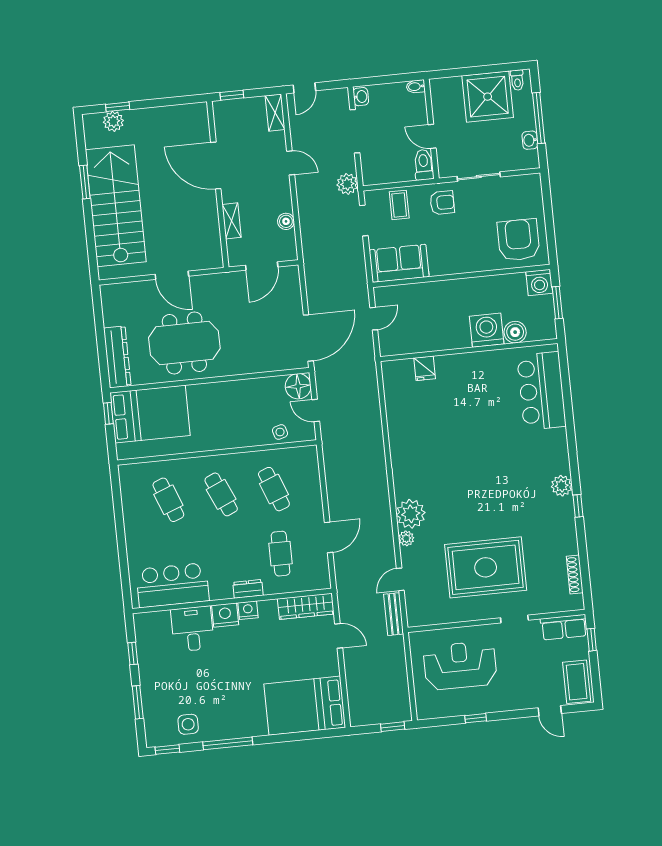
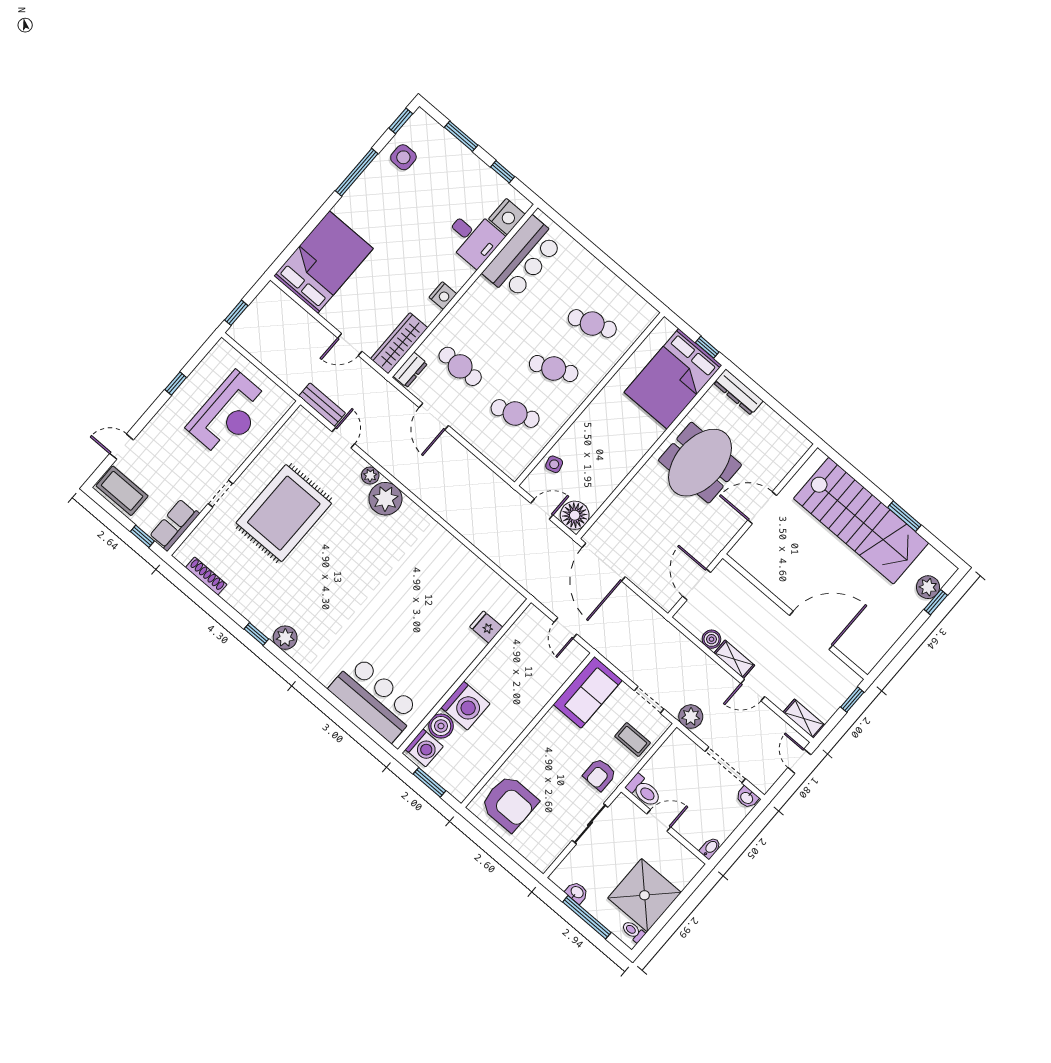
shelving: (232, 221) -> (734, 659), moved
washing machine: (539, 282) -> (424, 748), moved, turned 180
dresser: (117, 357) -> (738, 392), width x0.73, depth x0.80
dresser: (248, 589) -> (410, 370), moved
nightstand: (225, 615) -> (507, 217), moved

